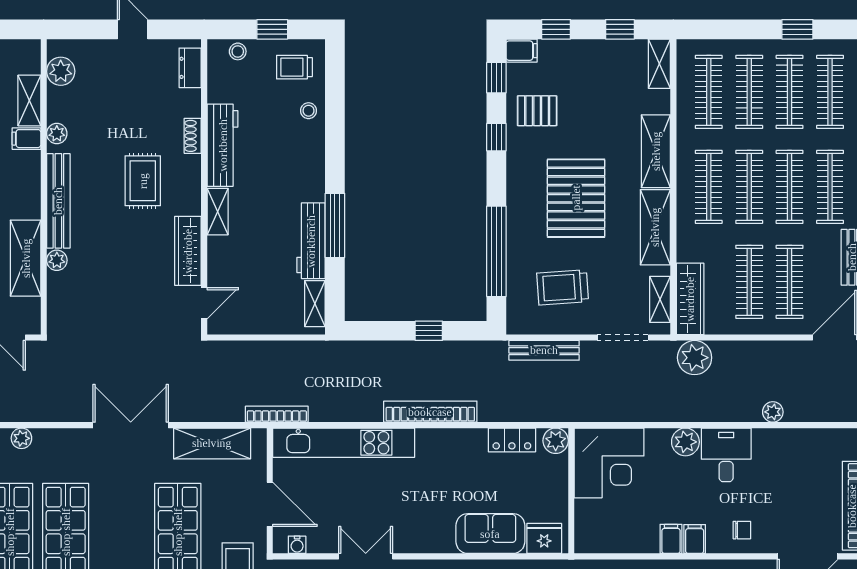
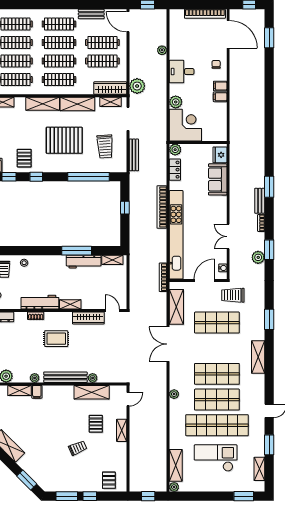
plant: (685, 442) -> (176, 102), moved
kitchen unit: (344, 443) -> (176, 235), width x1.36

